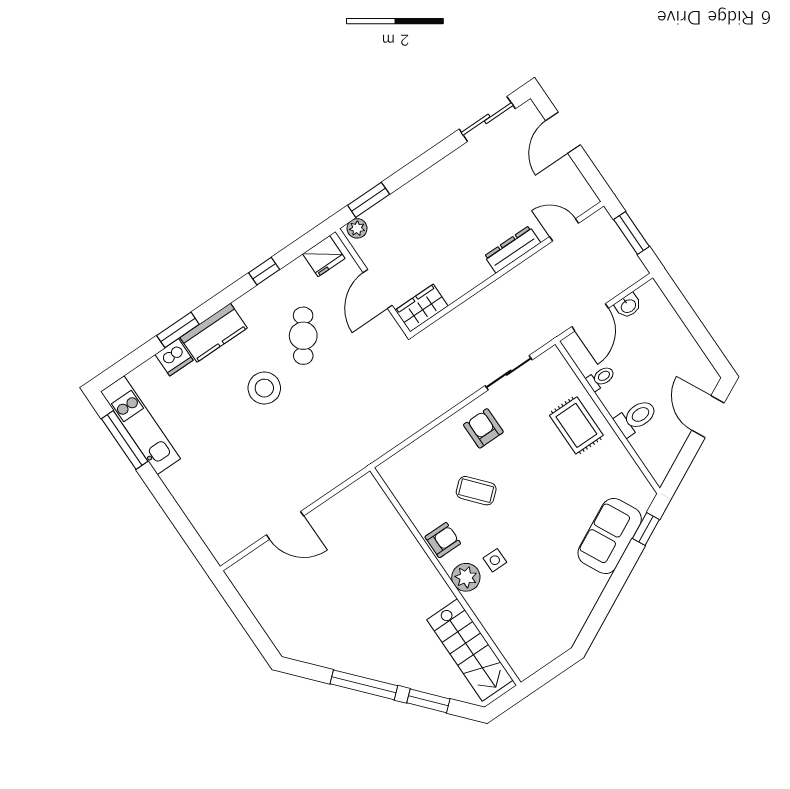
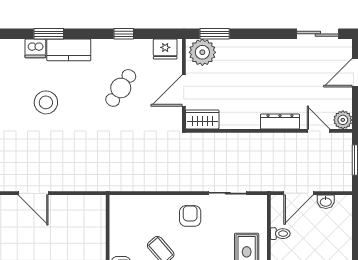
plant: (583, 198) -> (343, 120), added
plant: (357, 228) -> (202, 52), width x1.88, depth x1.88
stool: (264, 388) -> (46, 102), moved

